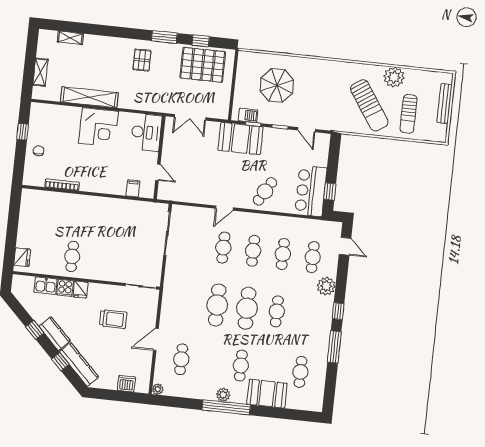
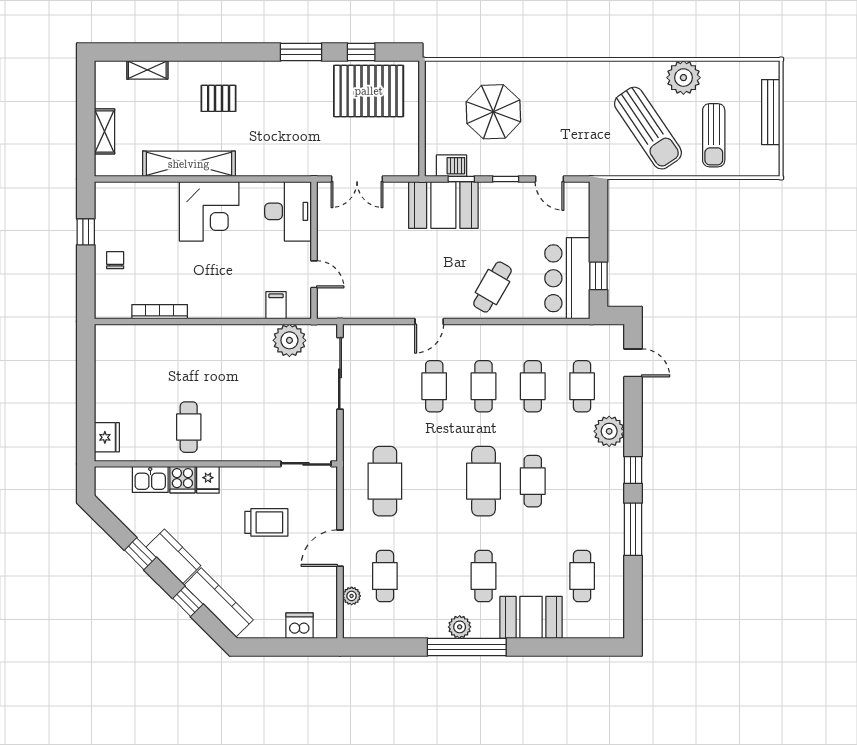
pallet: (142, 60) -> (219, 98), moved, turned 90
plant: (139, 210) -> (289, 340), added
cafe table: (217, 305) -> (385, 481), moved
plant: (158, 389) -> (352, 596), moved

